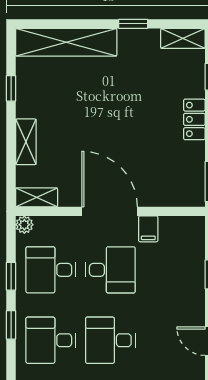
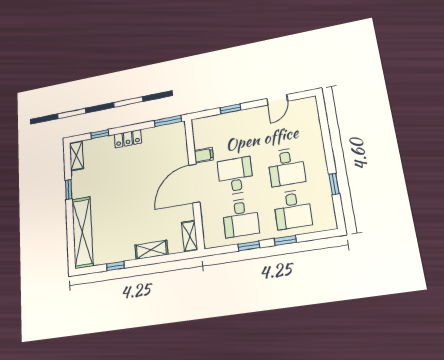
plant: (24, 225) -> (210, 242), removed

